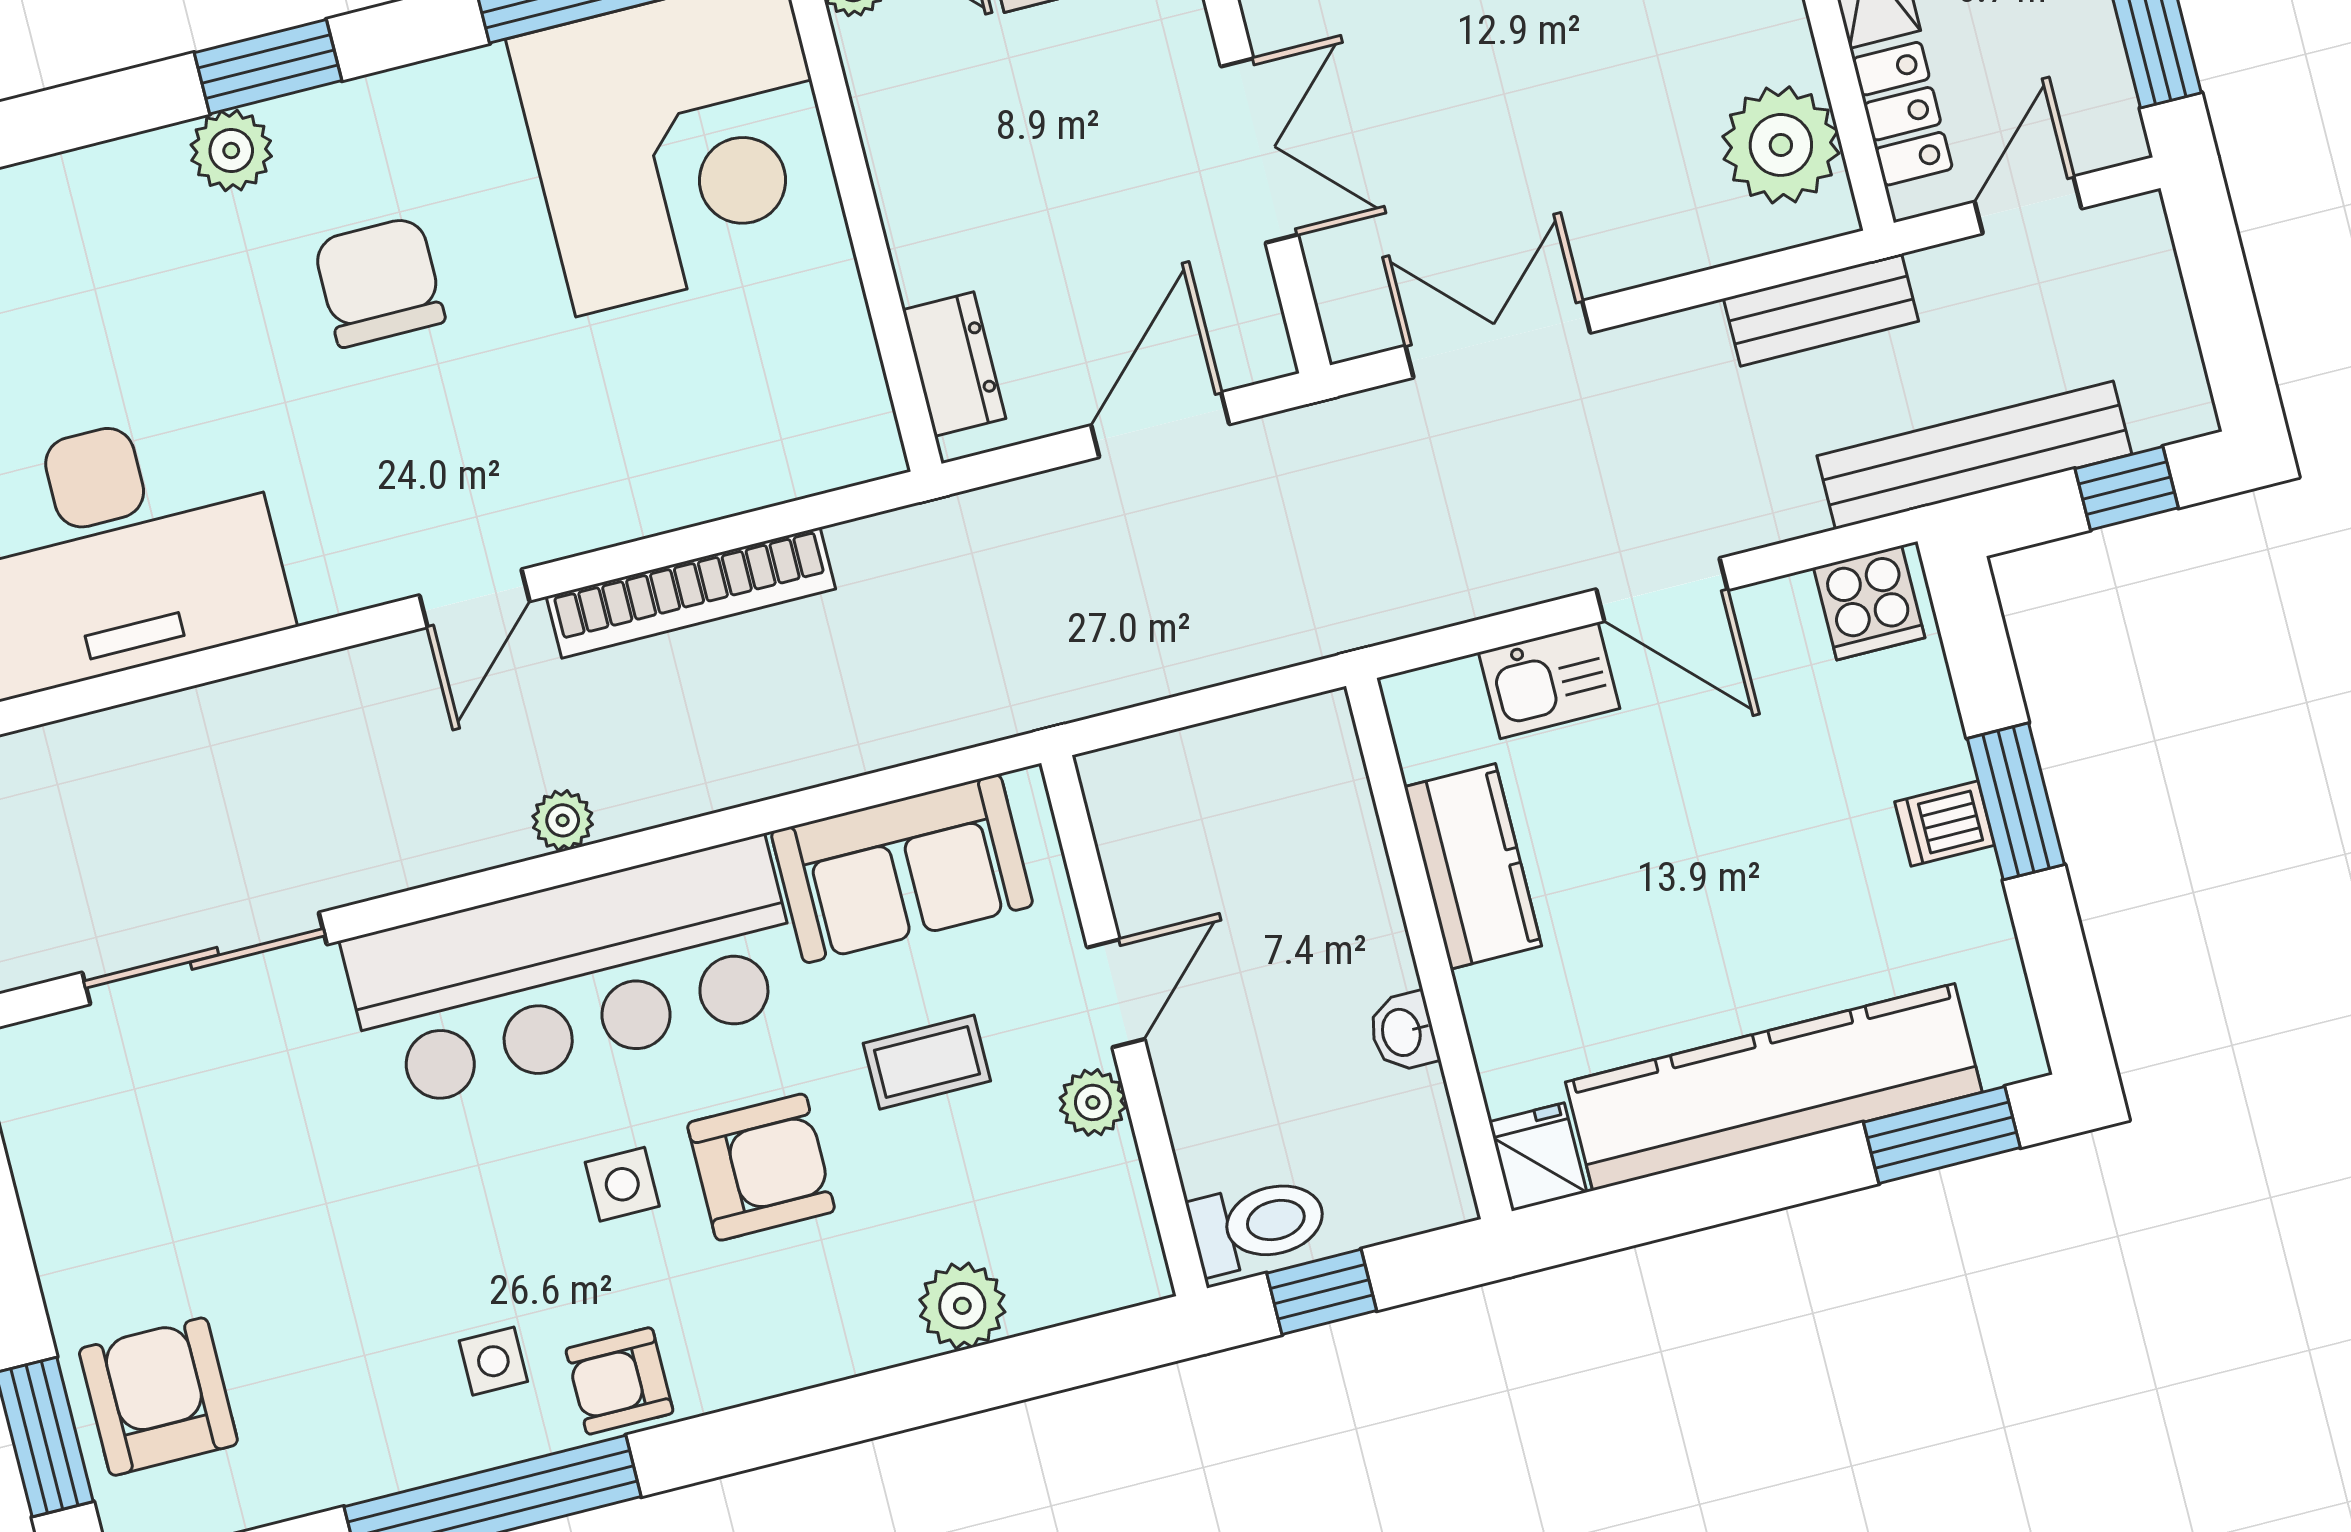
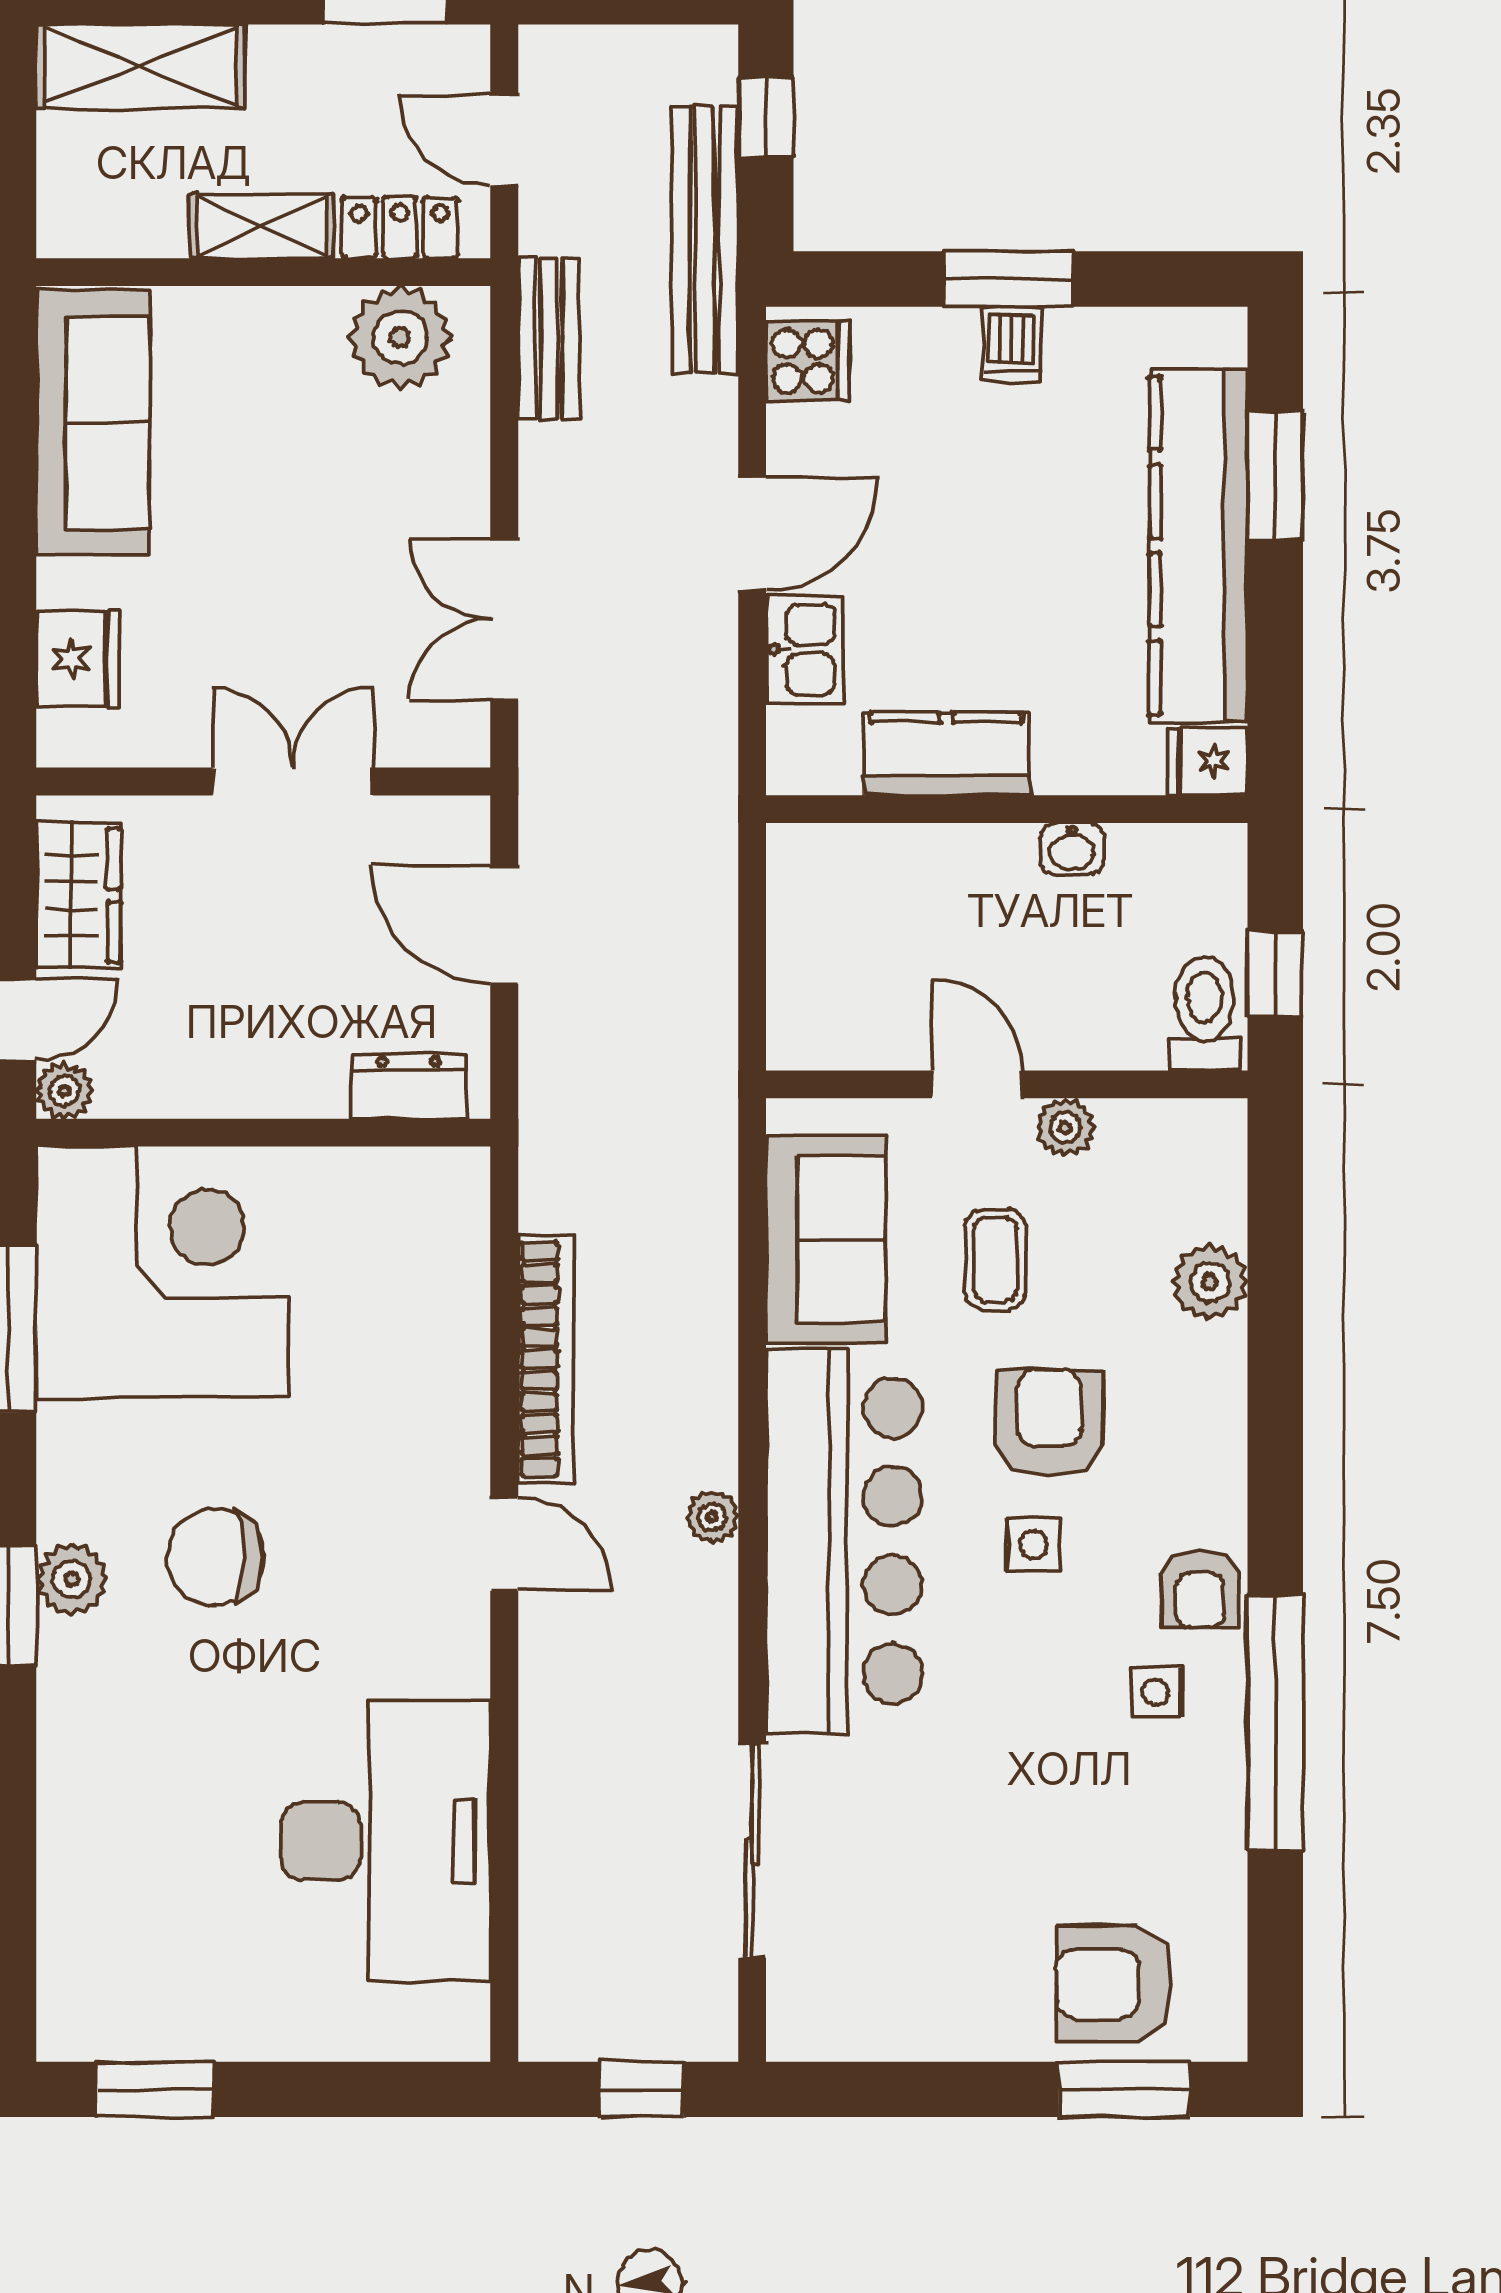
plant: (231, 151) -> (72, 1579), moved
window: (1942, 1135) -> (1275, 476), moved

